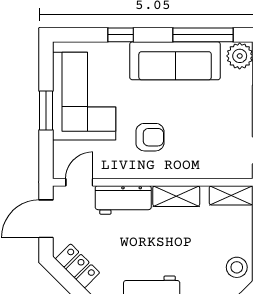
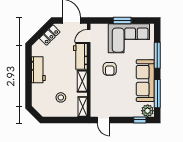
window: (121, 35) -> (157, 55), width x2.17
door: (79, 182) -> (89, 36), swing flipped
stool: (237, 267) -> (61, 97), moved

